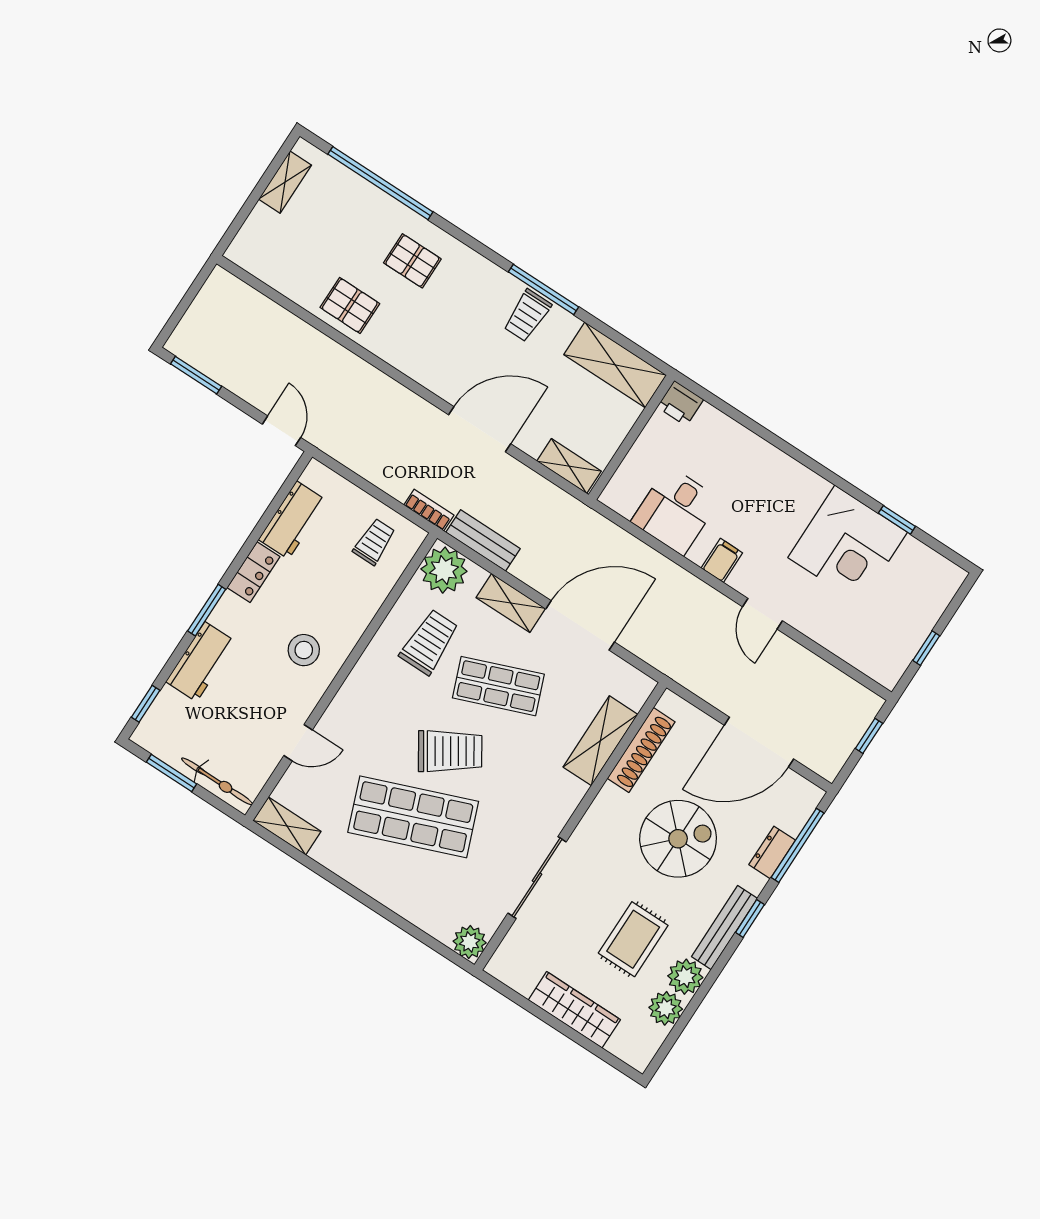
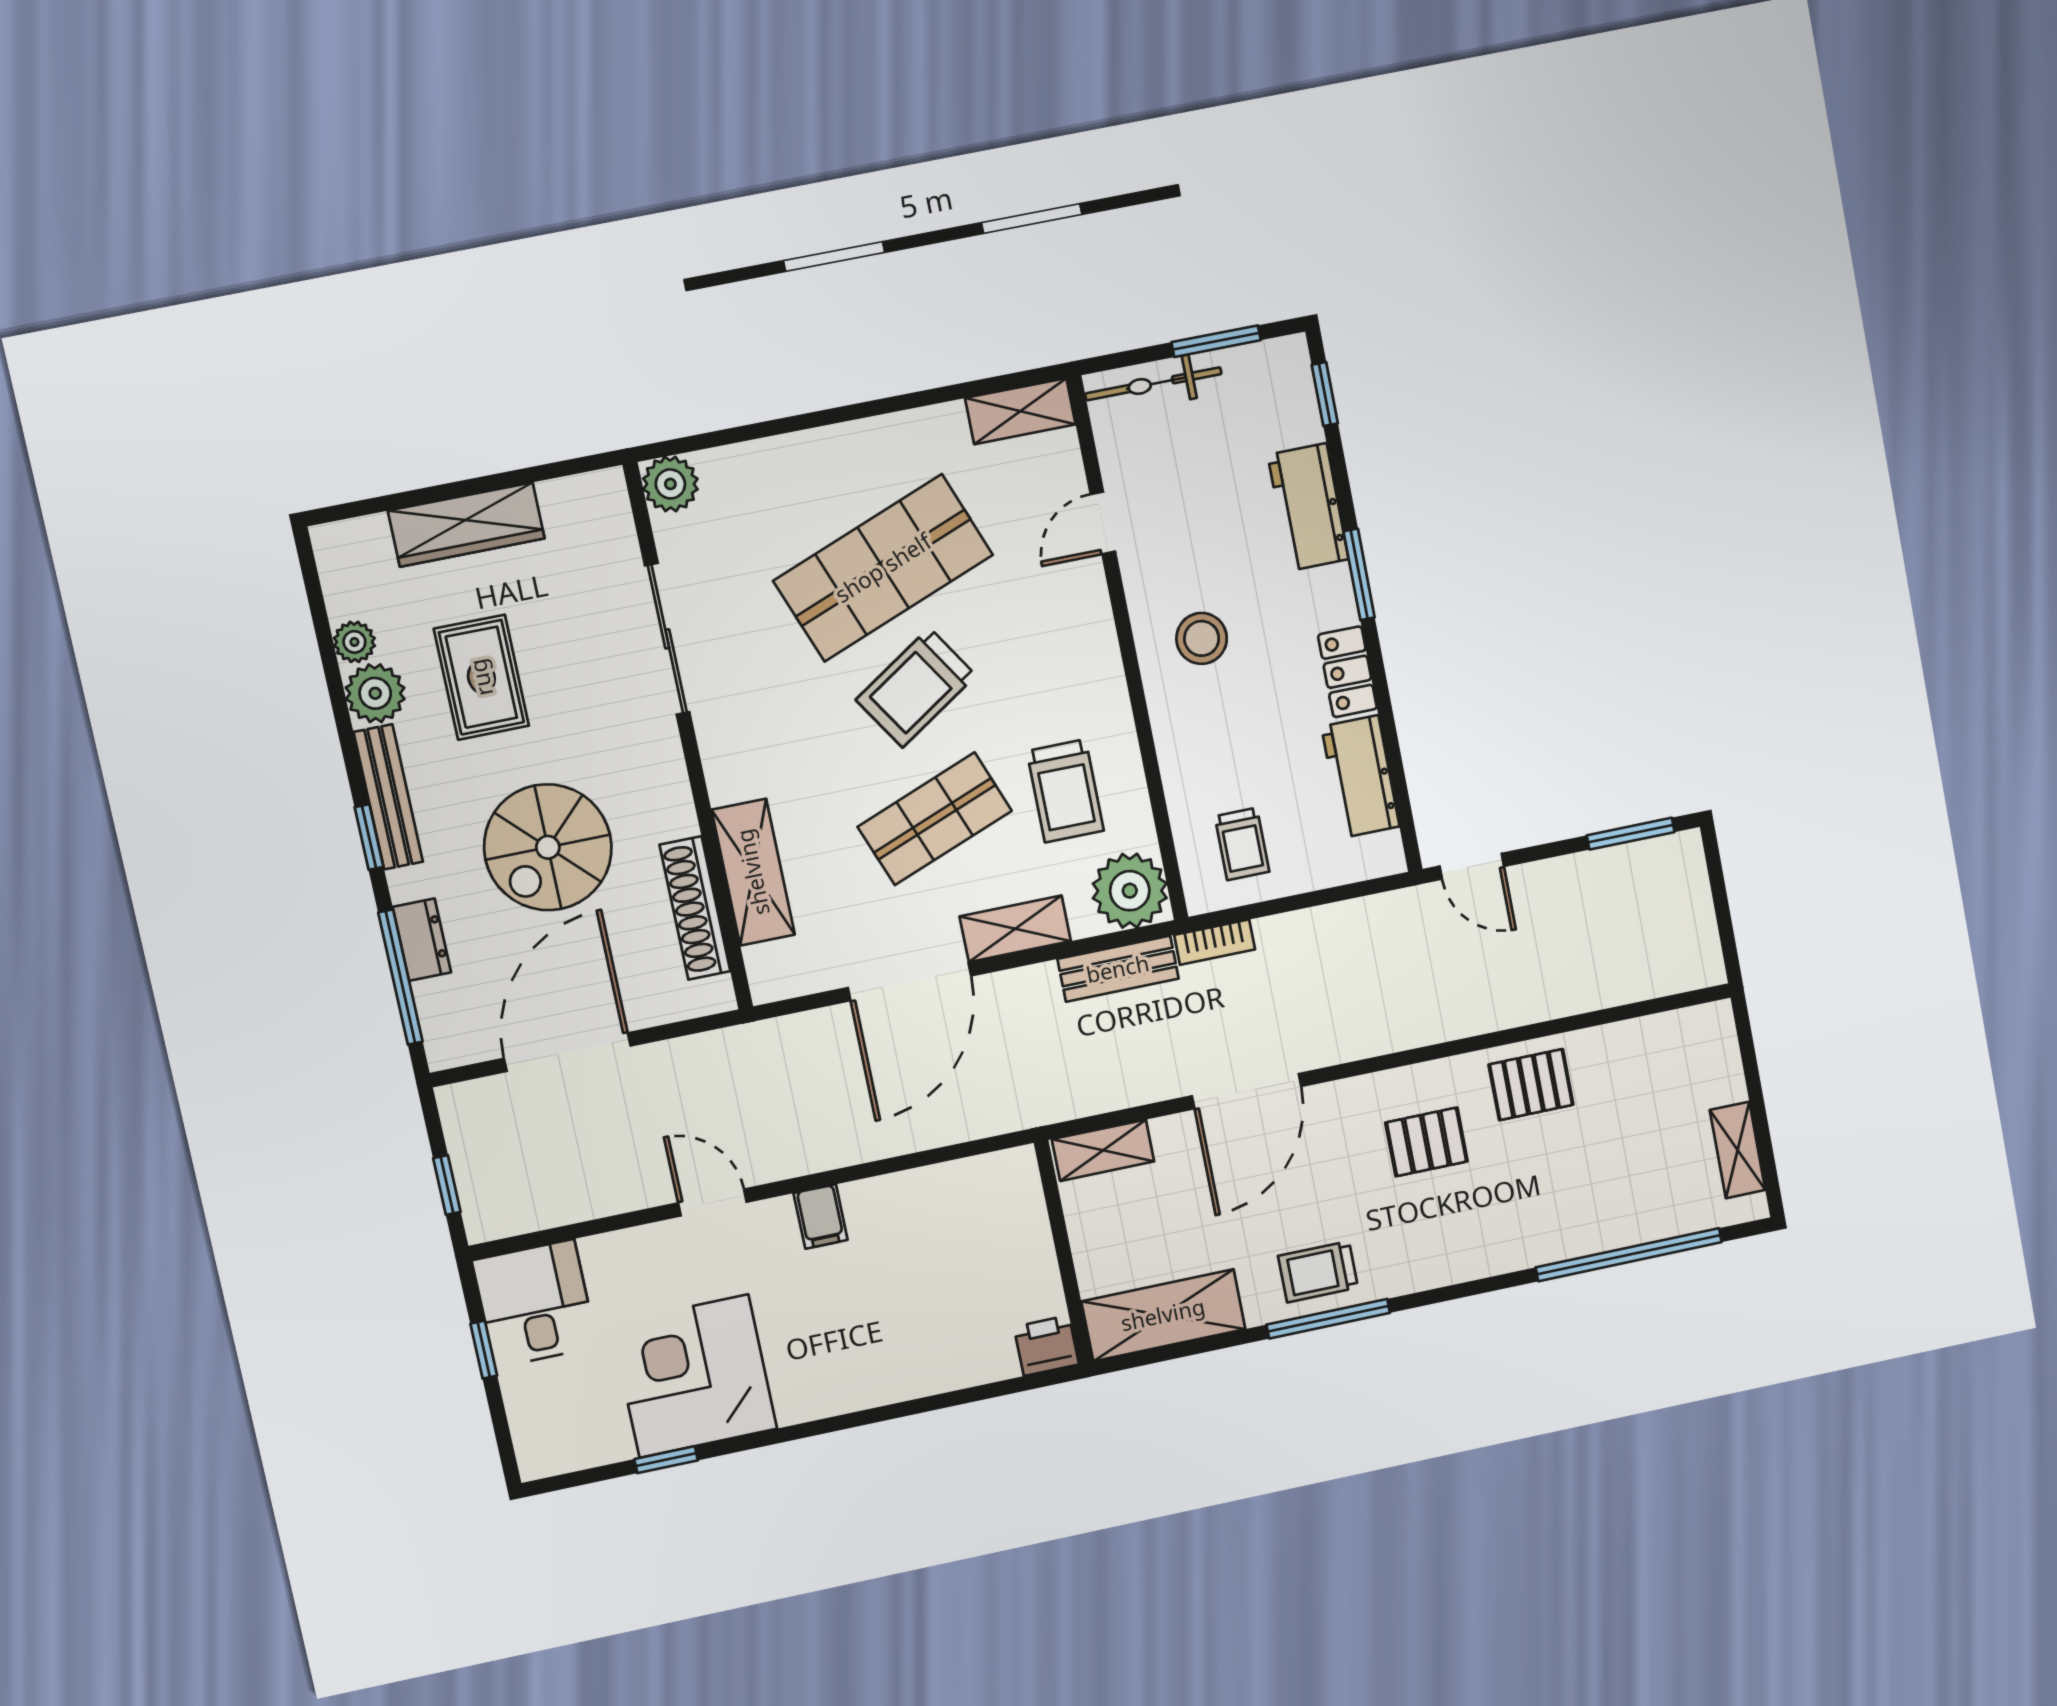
pallet: (412, 261) -> (1427, 1142), moved
trolley: (527, 316) -> (1318, 1272), turned -90
desk: (676, 510) -> (535, 1304), moved
plant: (666, 1008) -> (354, 642), width x0.73, depth x0.73

